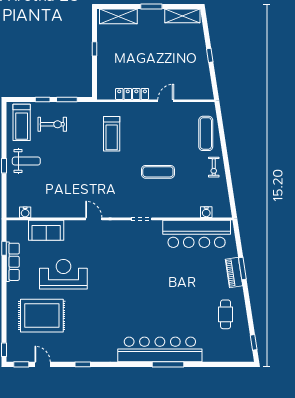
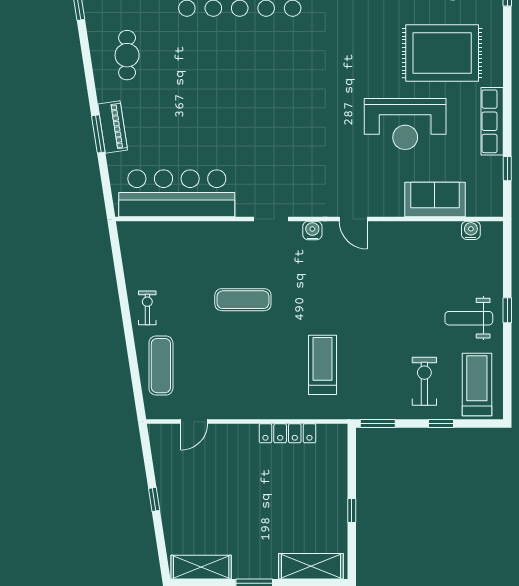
window: (67, 100) -> (378, 424), moved
door: (166, 101) -> (194, 422), moved
exercise bike: (52, 124) -> (424, 381), turned 90
water cooler: (206, 212) -> (312, 230), moved
row of seats: (13, 262) -> (492, 121), moved

